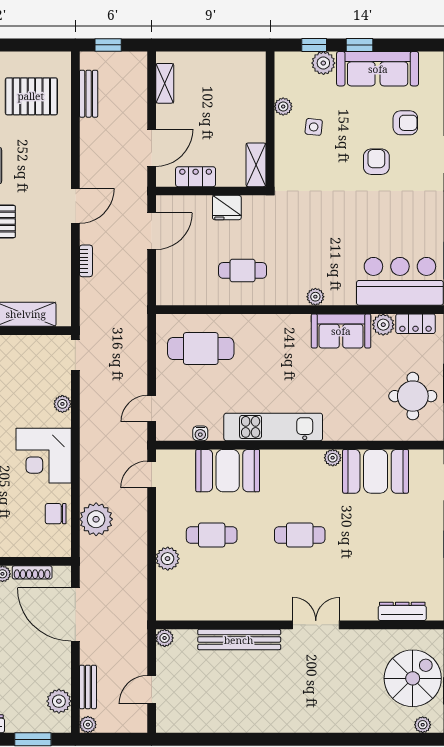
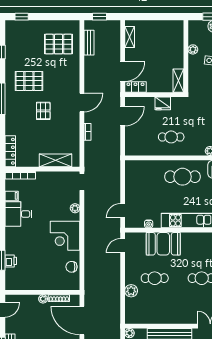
locker: (196, 177) -> (135, 87), moved
cafe table: (201, 349) -> (183, 177), moved
plant: (96, 519) -> (93, 270), removed

